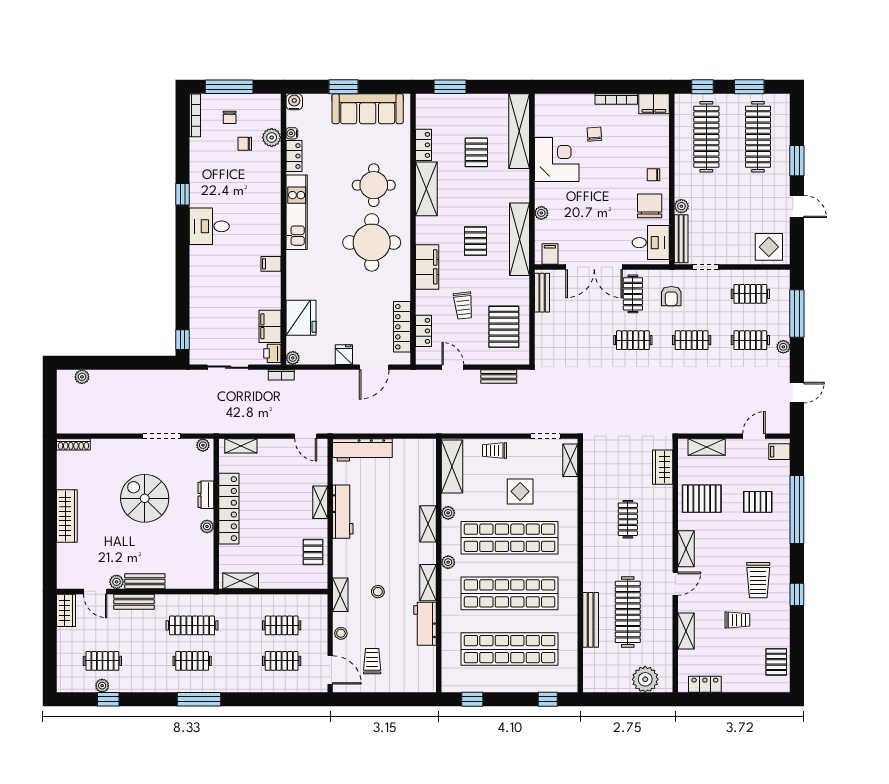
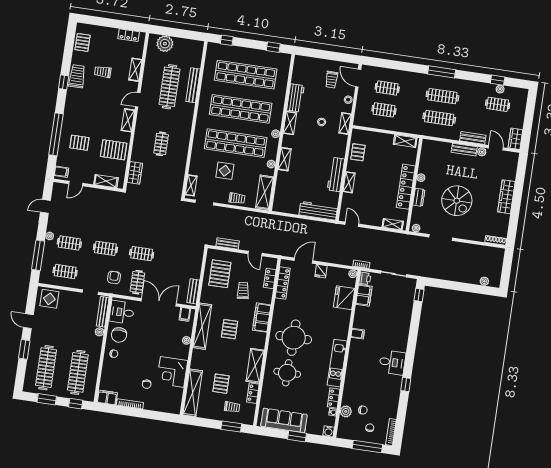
trolley: (453, 118) -> (232, 407), added
trolley: (758, 580) -> (77, 76), moved
clothes rail: (192, 661) -> (442, 96), width x1.36

